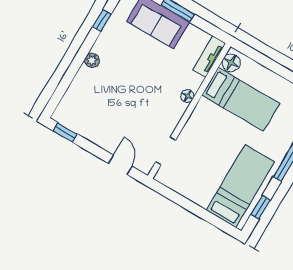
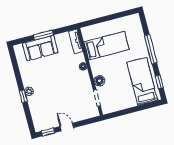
window: (102, 21) -> (23, 96), moved
floor lamp: (231, 63) -> (99, 81), moved
door: (120, 165) -> (67, 127), moved

